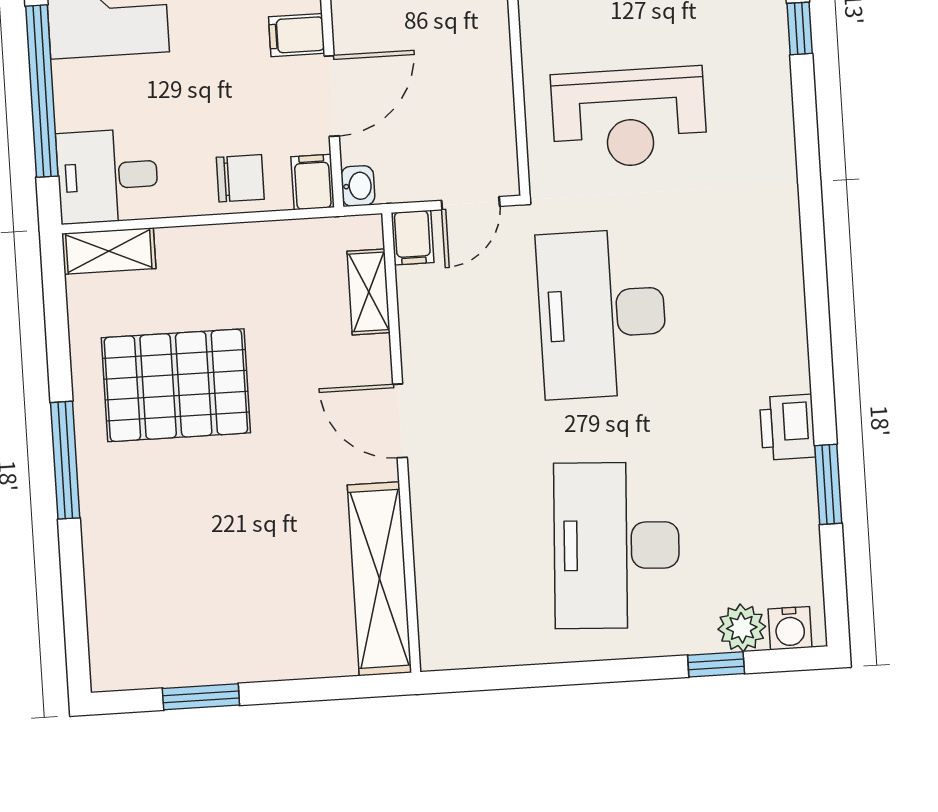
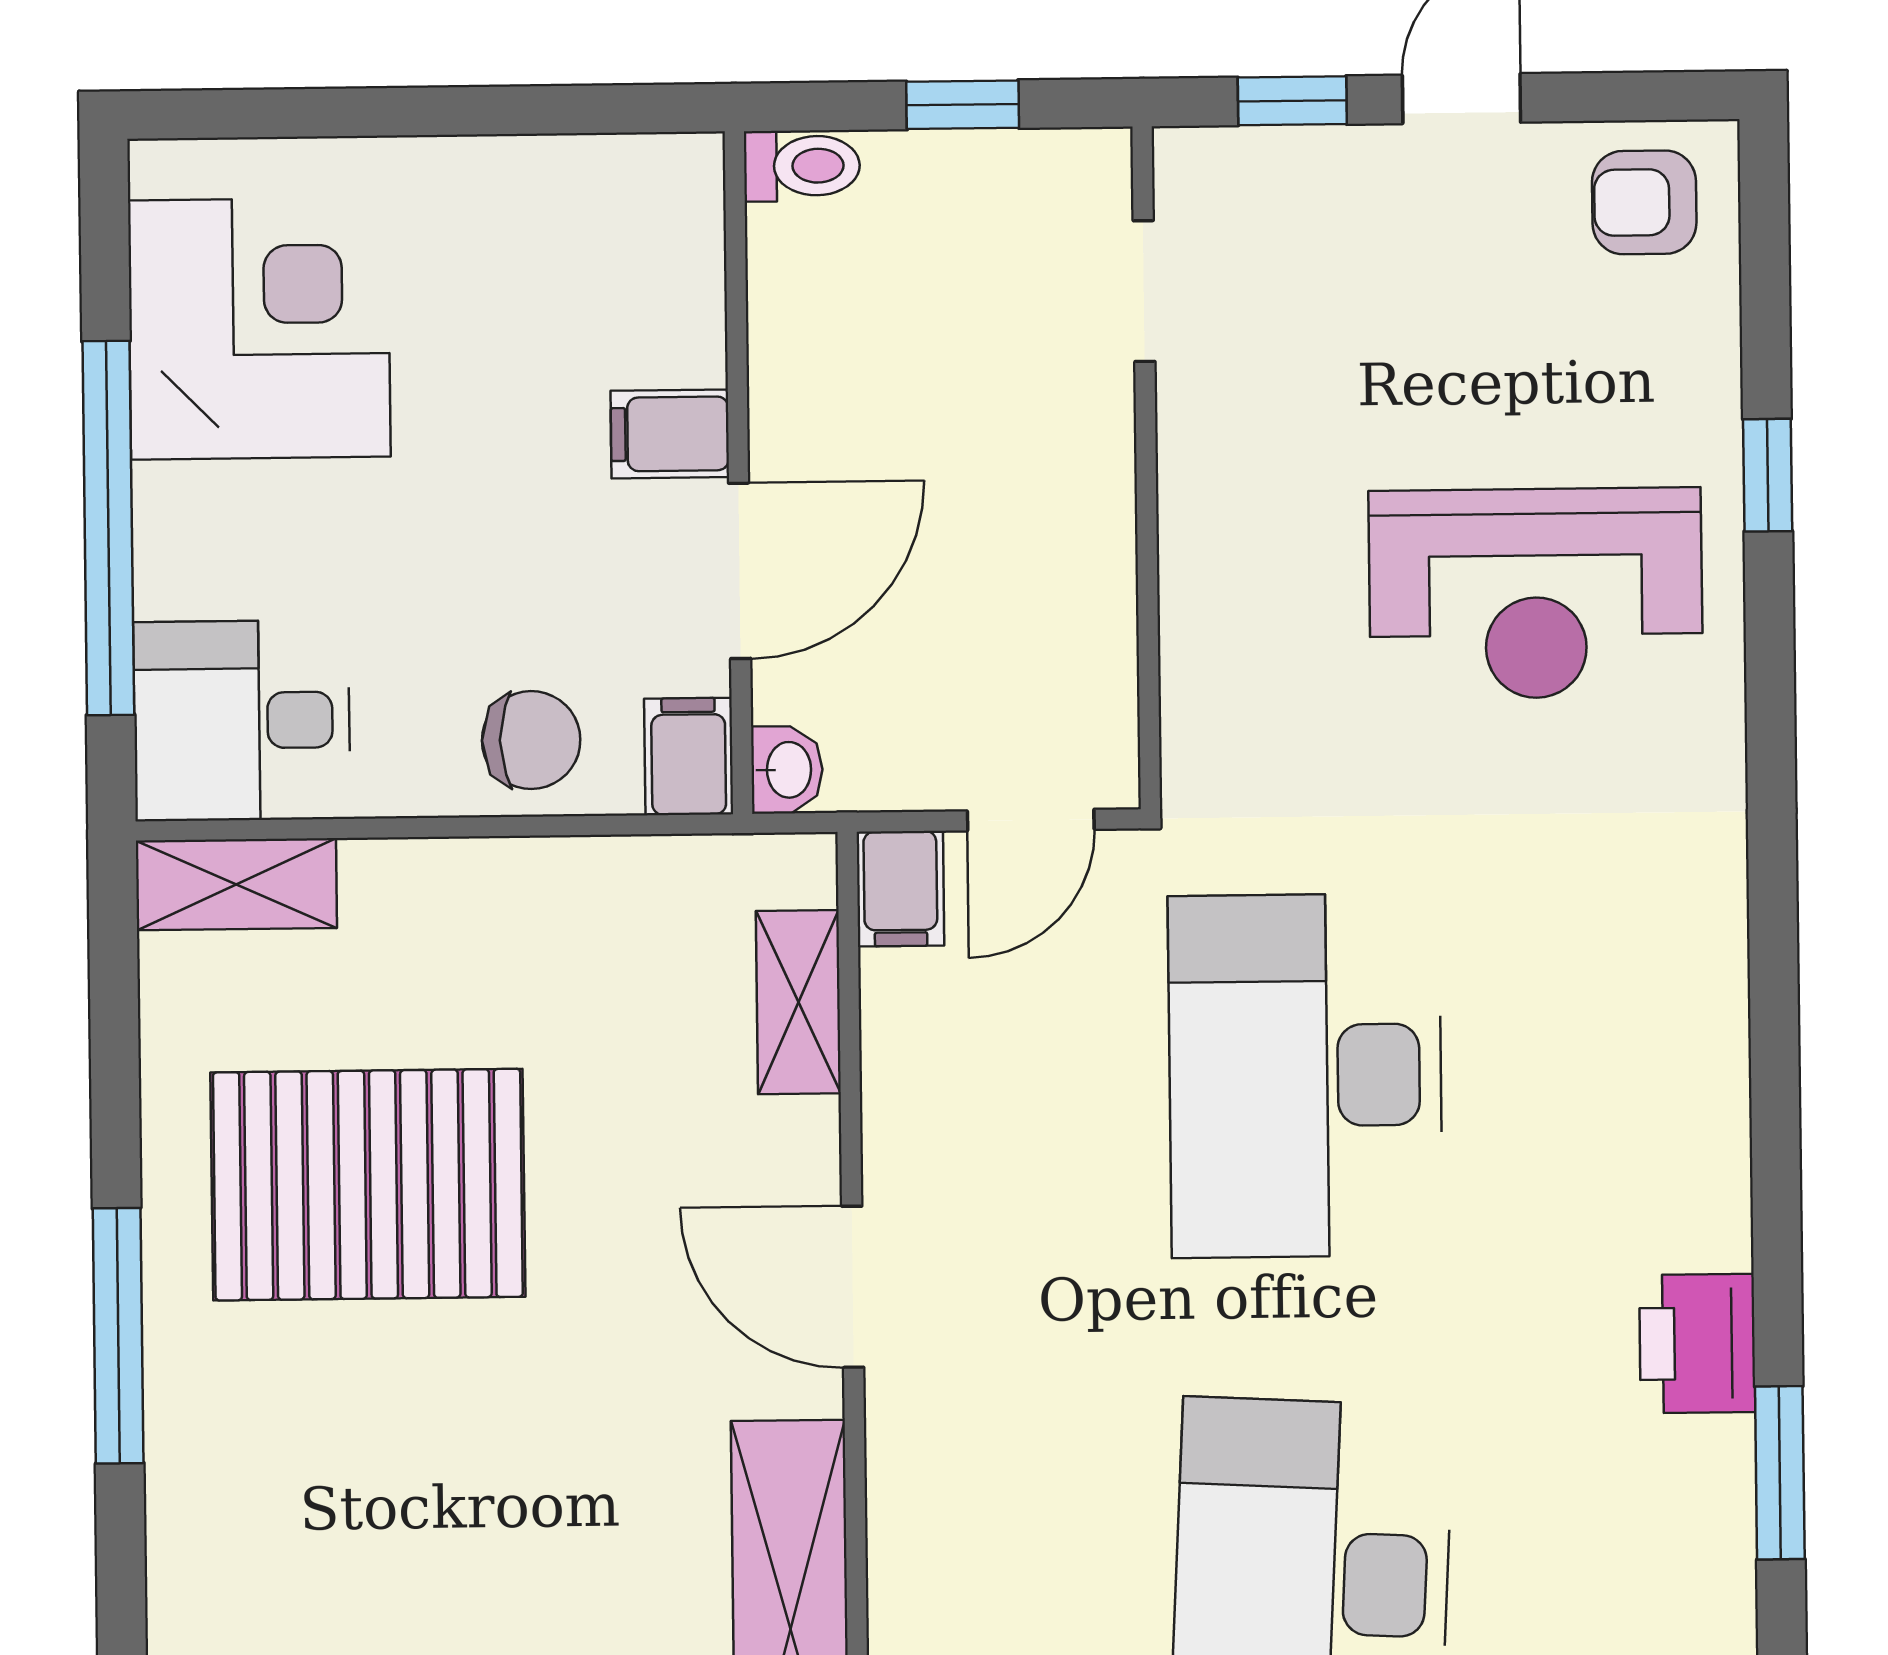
reception desk: (629, 118) -> (1536, 593), moved

